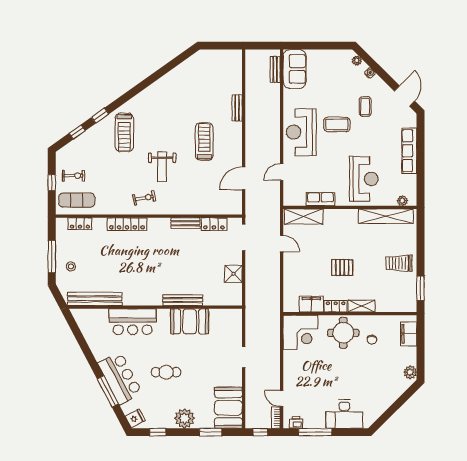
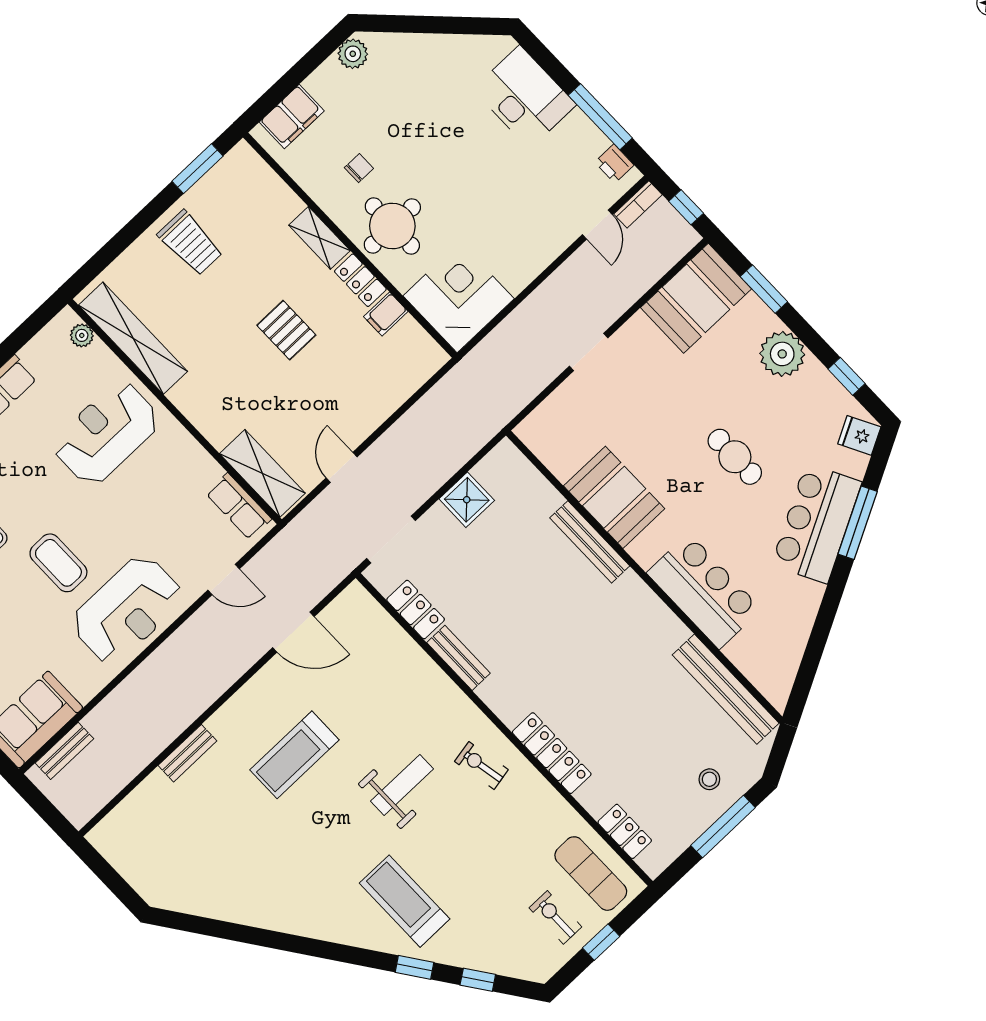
treadmill: (124, 132) -> (405, 901), turned -90
row of seats: (320, 199) -> (239, 506), moved
filing cabinet: (311, 304) -> (386, 314), width x0.50

